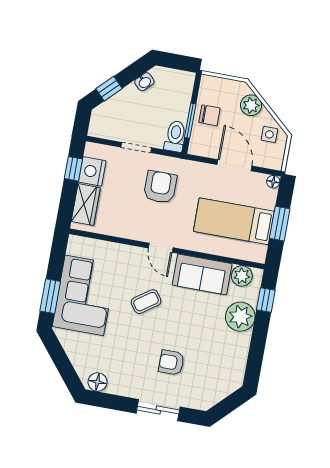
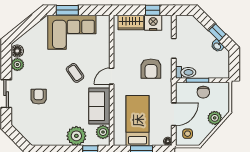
window: (109, 89) -> (217, 32), moved
side table: (269, 134) -> (188, 134), moved
armchair: (160, 187) -> (151, 69), turned 90
plant: (118, 385) -> (17, 64), added

